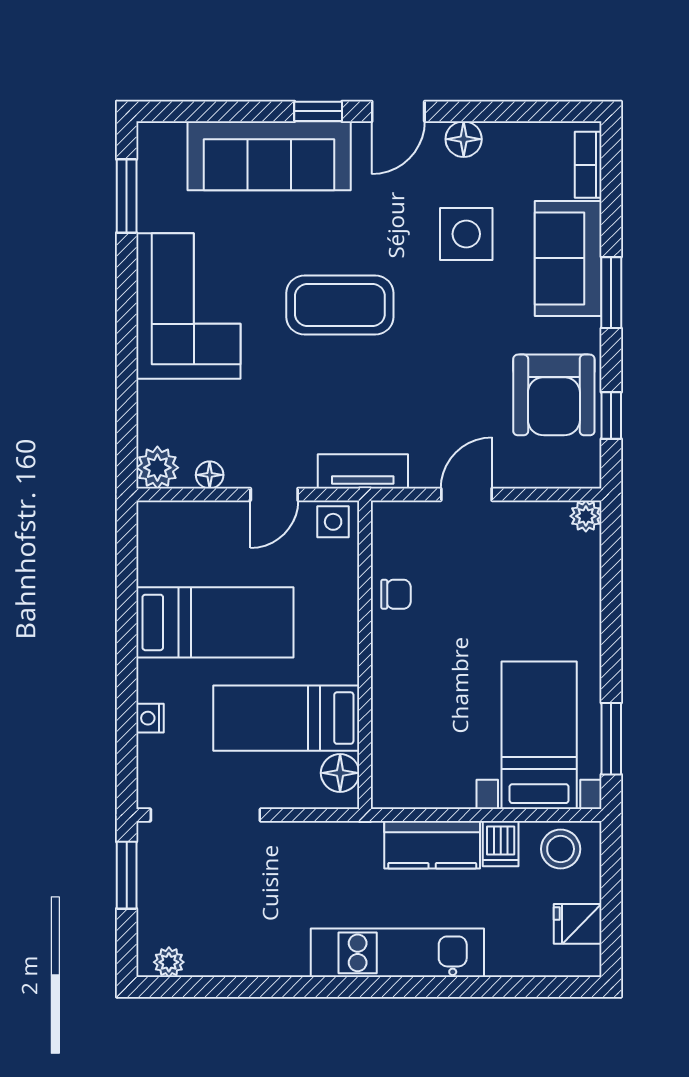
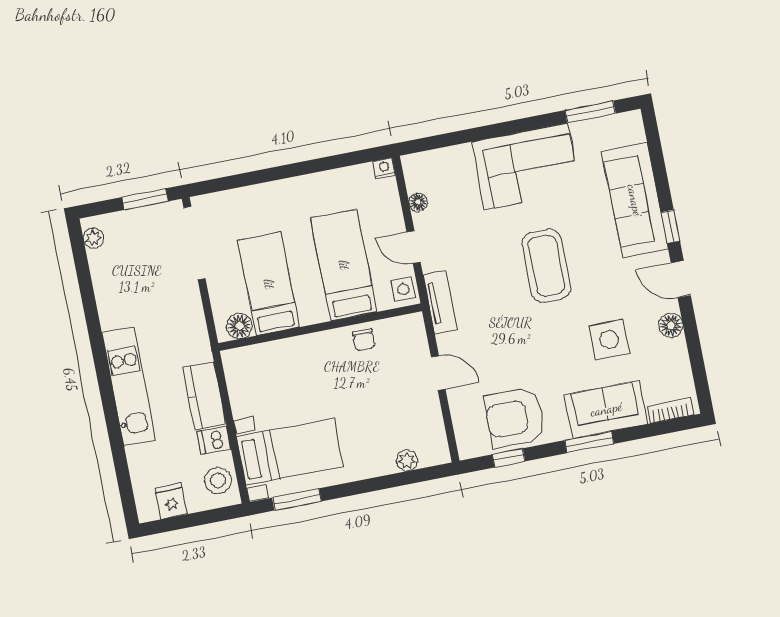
plant: (157, 468) -> (416, 167), removed
plant: (586, 516) -> (407, 461), moved
bed: (215, 622) -> (344, 265), moved, turned 180
nightstand: (150, 718) -> (384, 168), moved

